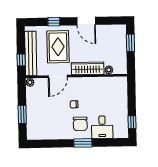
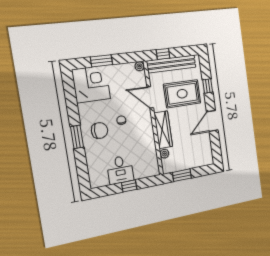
window: (130, 43) -> (182, 175), moved
window: (132, 122) -> (129, 186), moved
chair: (80, 124) -> (100, 130), turned 180
corner desk: (41, 126) -> (91, 84), added
desk: (102, 127) -> (120, 170), moved, turned -90

